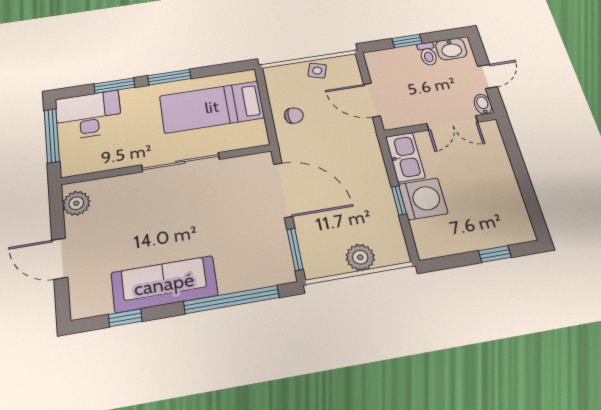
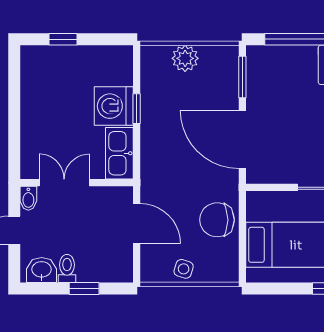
chair: (294, 116) -> (217, 220), width x1.87, depth x1.87

